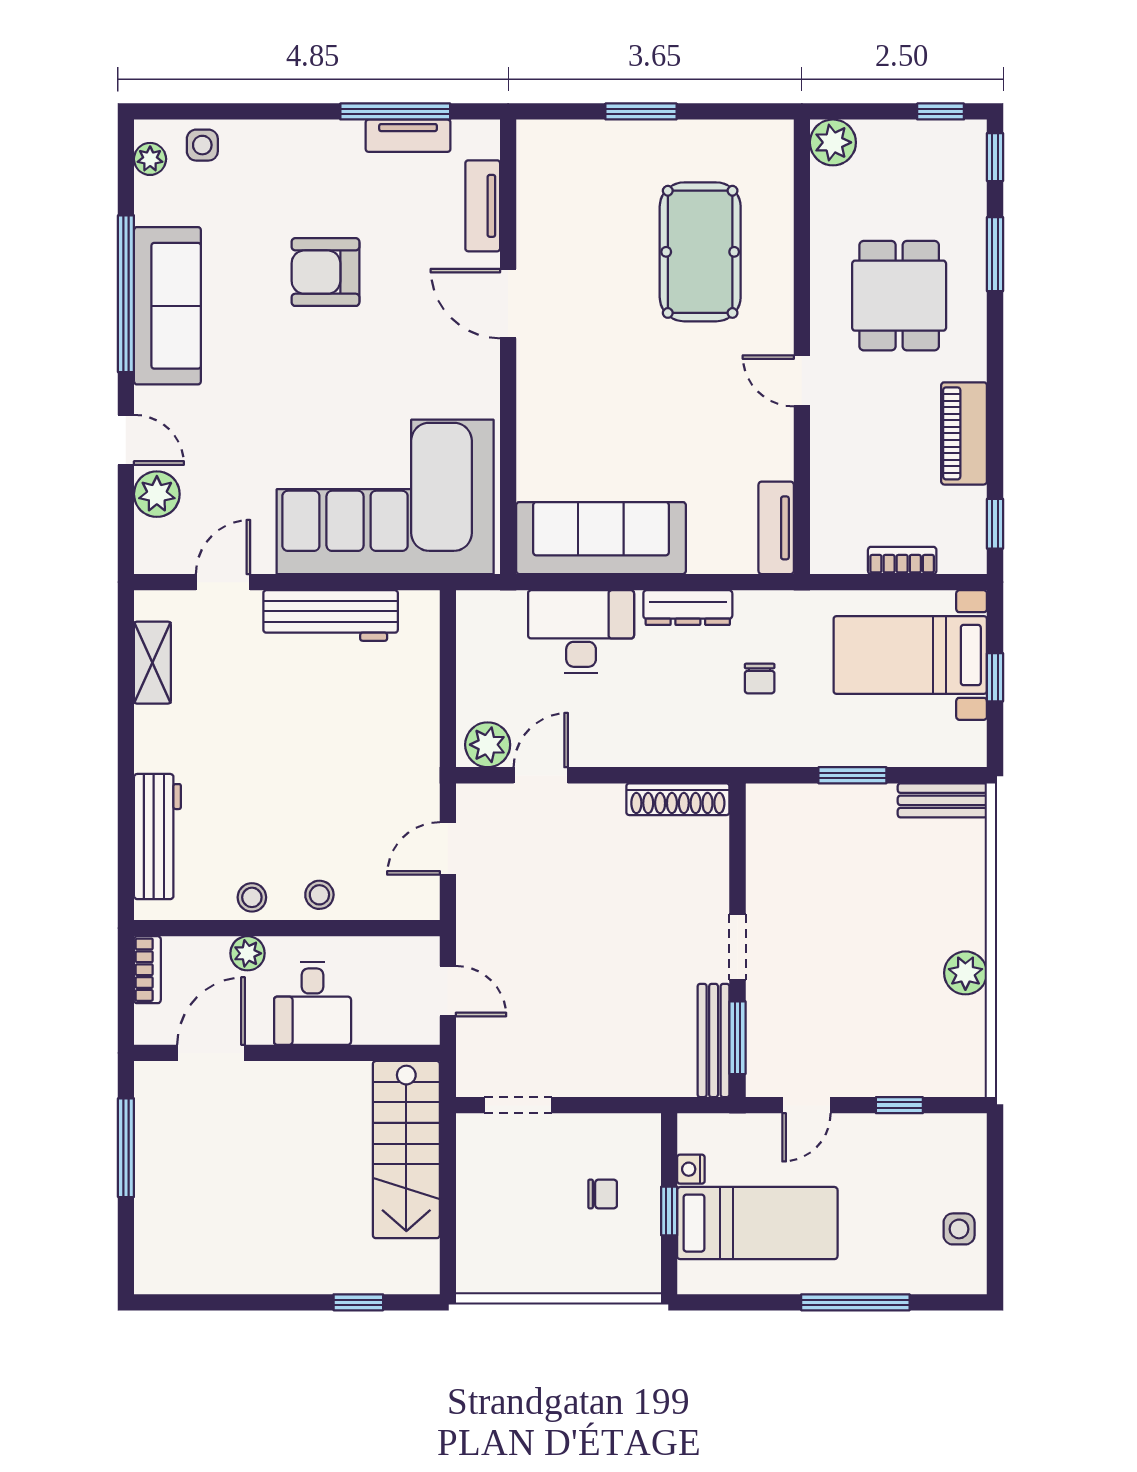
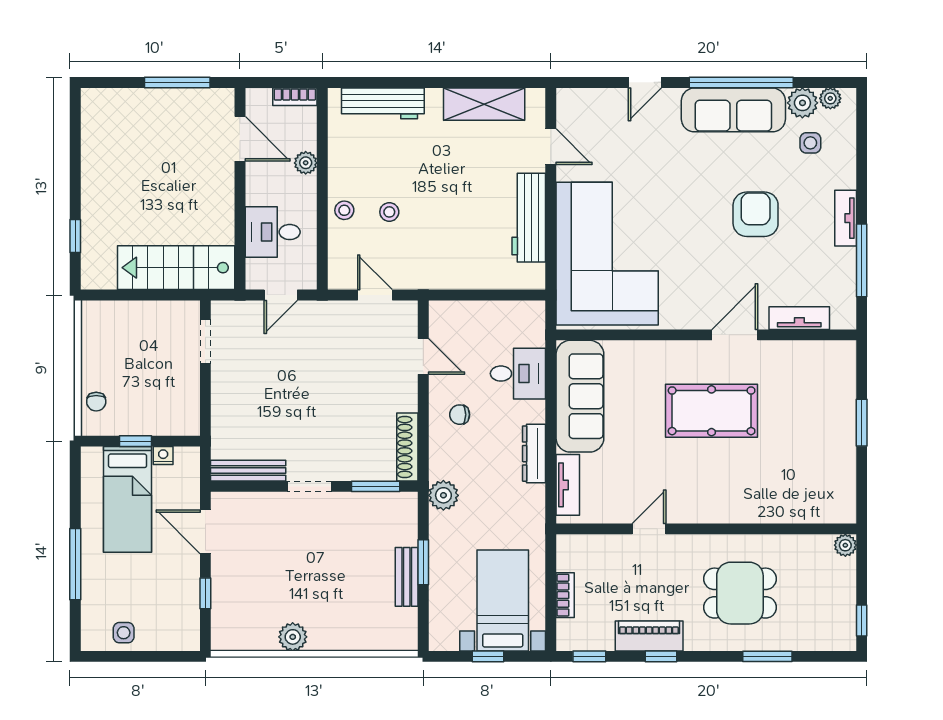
tv unit: (408, 136) -> (846, 218), moved
plant: (833, 142) -> (845, 545), width x0.73, depth x0.73
side table: (202, 145) -> (810, 143), moved
window: (995, 157) -> (661, 656), moved
pool table: (700, 252) -> (712, 411), moved
door: (802, 381) -> (649, 529), moved
plant: (157, 494) -> (802, 103), moved
tv unit: (776, 528) -> (568, 485), moved, turned 90
desk: (581, 632) -> (518, 374), width x0.73
shelving: (152, 663) -> (484, 104), width x1.50, depth x1.33
chair: (760, 678) -> (460, 415), moved
plant: (488, 745) -> (443, 495), moved
bench: (942, 800) -> (407, 577), moved
stool: (252, 897) -> (389, 212), moved
desk: (313, 1003) -> (273, 232), moved
window: (737, 1038) -> (376, 486), moved
door: (806, 1105) -> (205, 532), width x1.38
chair: (603, 1194) -> (96, 402), moved

